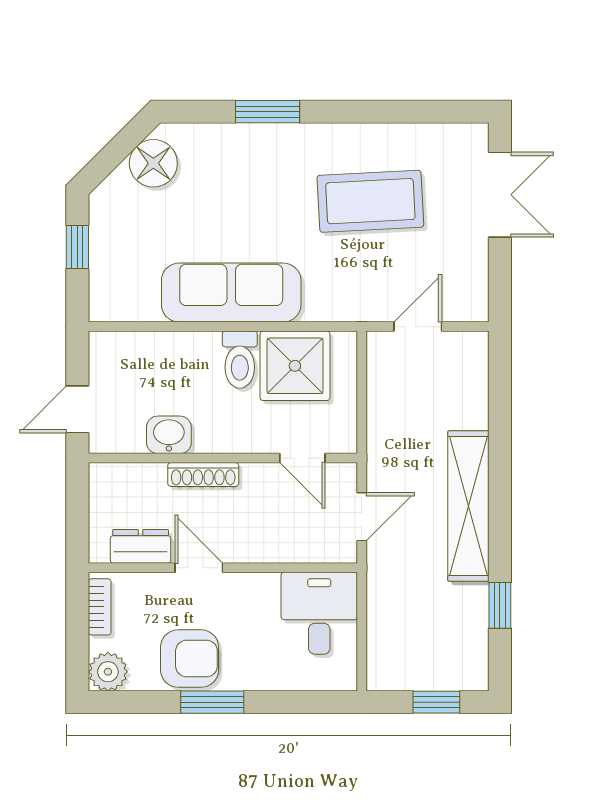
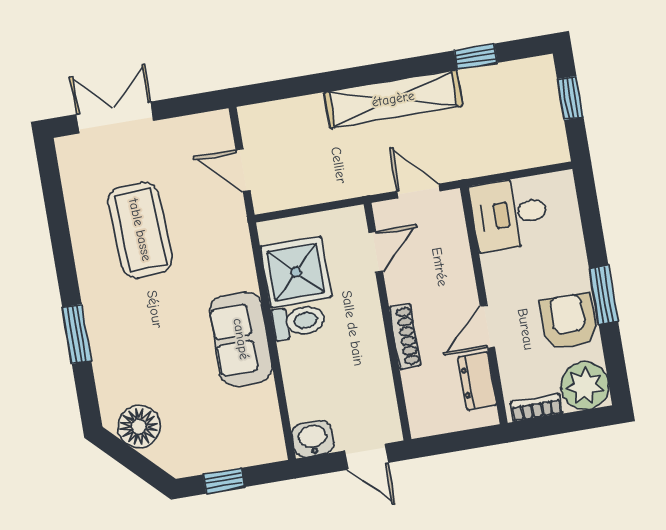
sofa: (231, 293) -> (241, 339), width x0.73
washbasin: (169, 435) -> (313, 439), moved, turned 90
plant: (108, 672) -> (585, 386), width x1.36, depth x1.36

